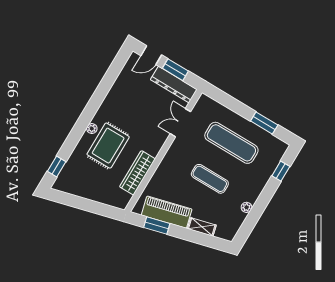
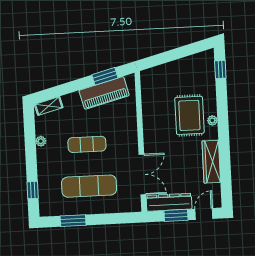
double door: (180, 123) -> (142, 174), width x1.37
wardrobe: (137, 173) -> (211, 162), moved, turned 180
shelving: (202, 227) -> (49, 106), moved

